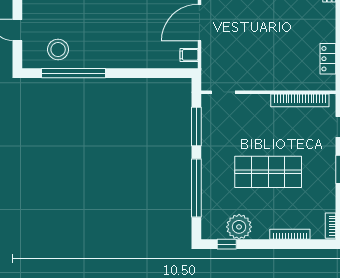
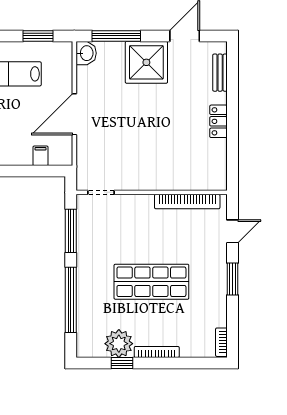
filing cabinet: (189, 55) -> (40, 156), moved, turned 90
locker: (328, 59) -> (218, 121), moved
bookcase: (290, 234) -> (157, 352), moved
window: (227, 244) -> (122, 363), moved

